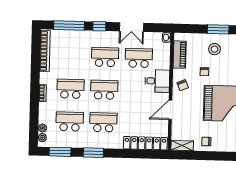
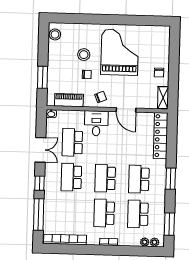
window: (218, 29) -> (42, 77), moved
stool: (214, 49) -> (84, 55), moved
window: (93, 153) -> (171, 179), moved

